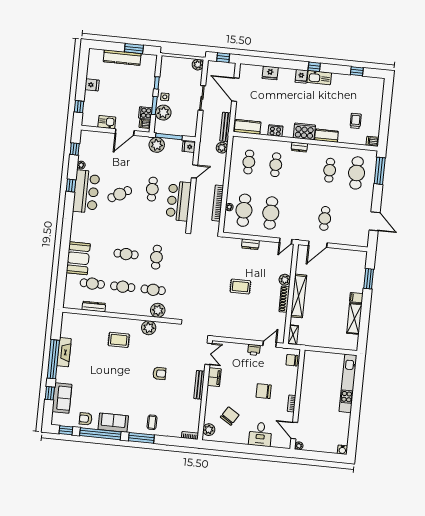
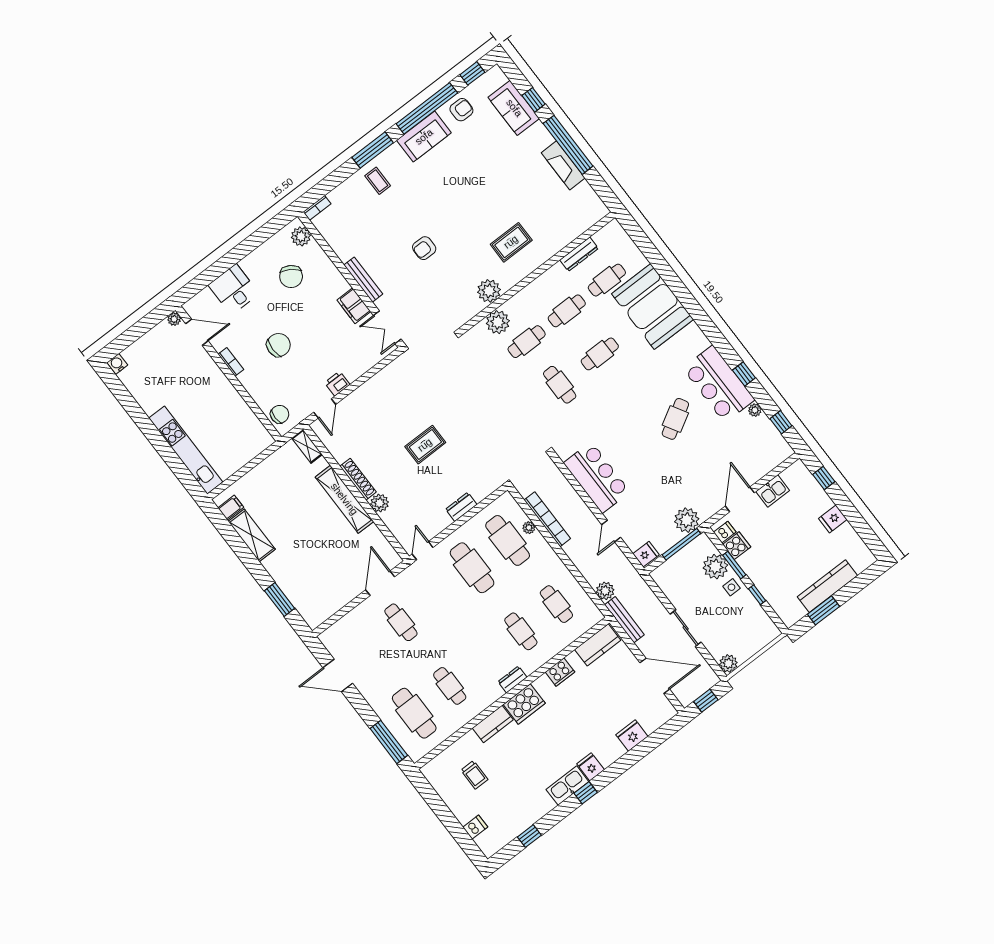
dishwasher: (373, 141) -> (475, 827), moved
cafe table: (152, 189) -> (642, 462), removed
booth: (78, 258) -> (653, 307), width x1.36, depth x1.42
filing cabinet: (356, 298) -> (231, 508), moved

